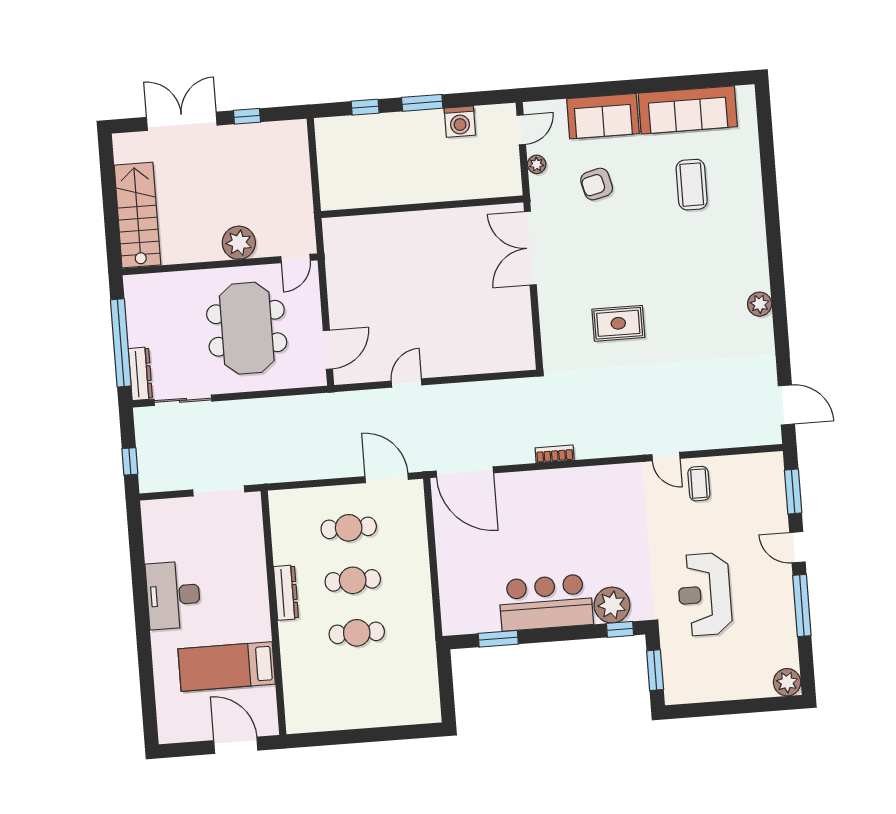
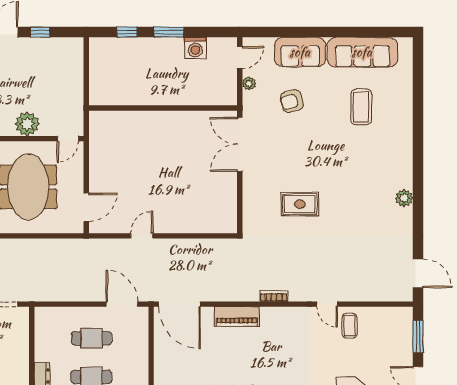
bookcase: (555, 454) -> (274, 296), moved
piano: (544, 483) -> (237, 317), added

